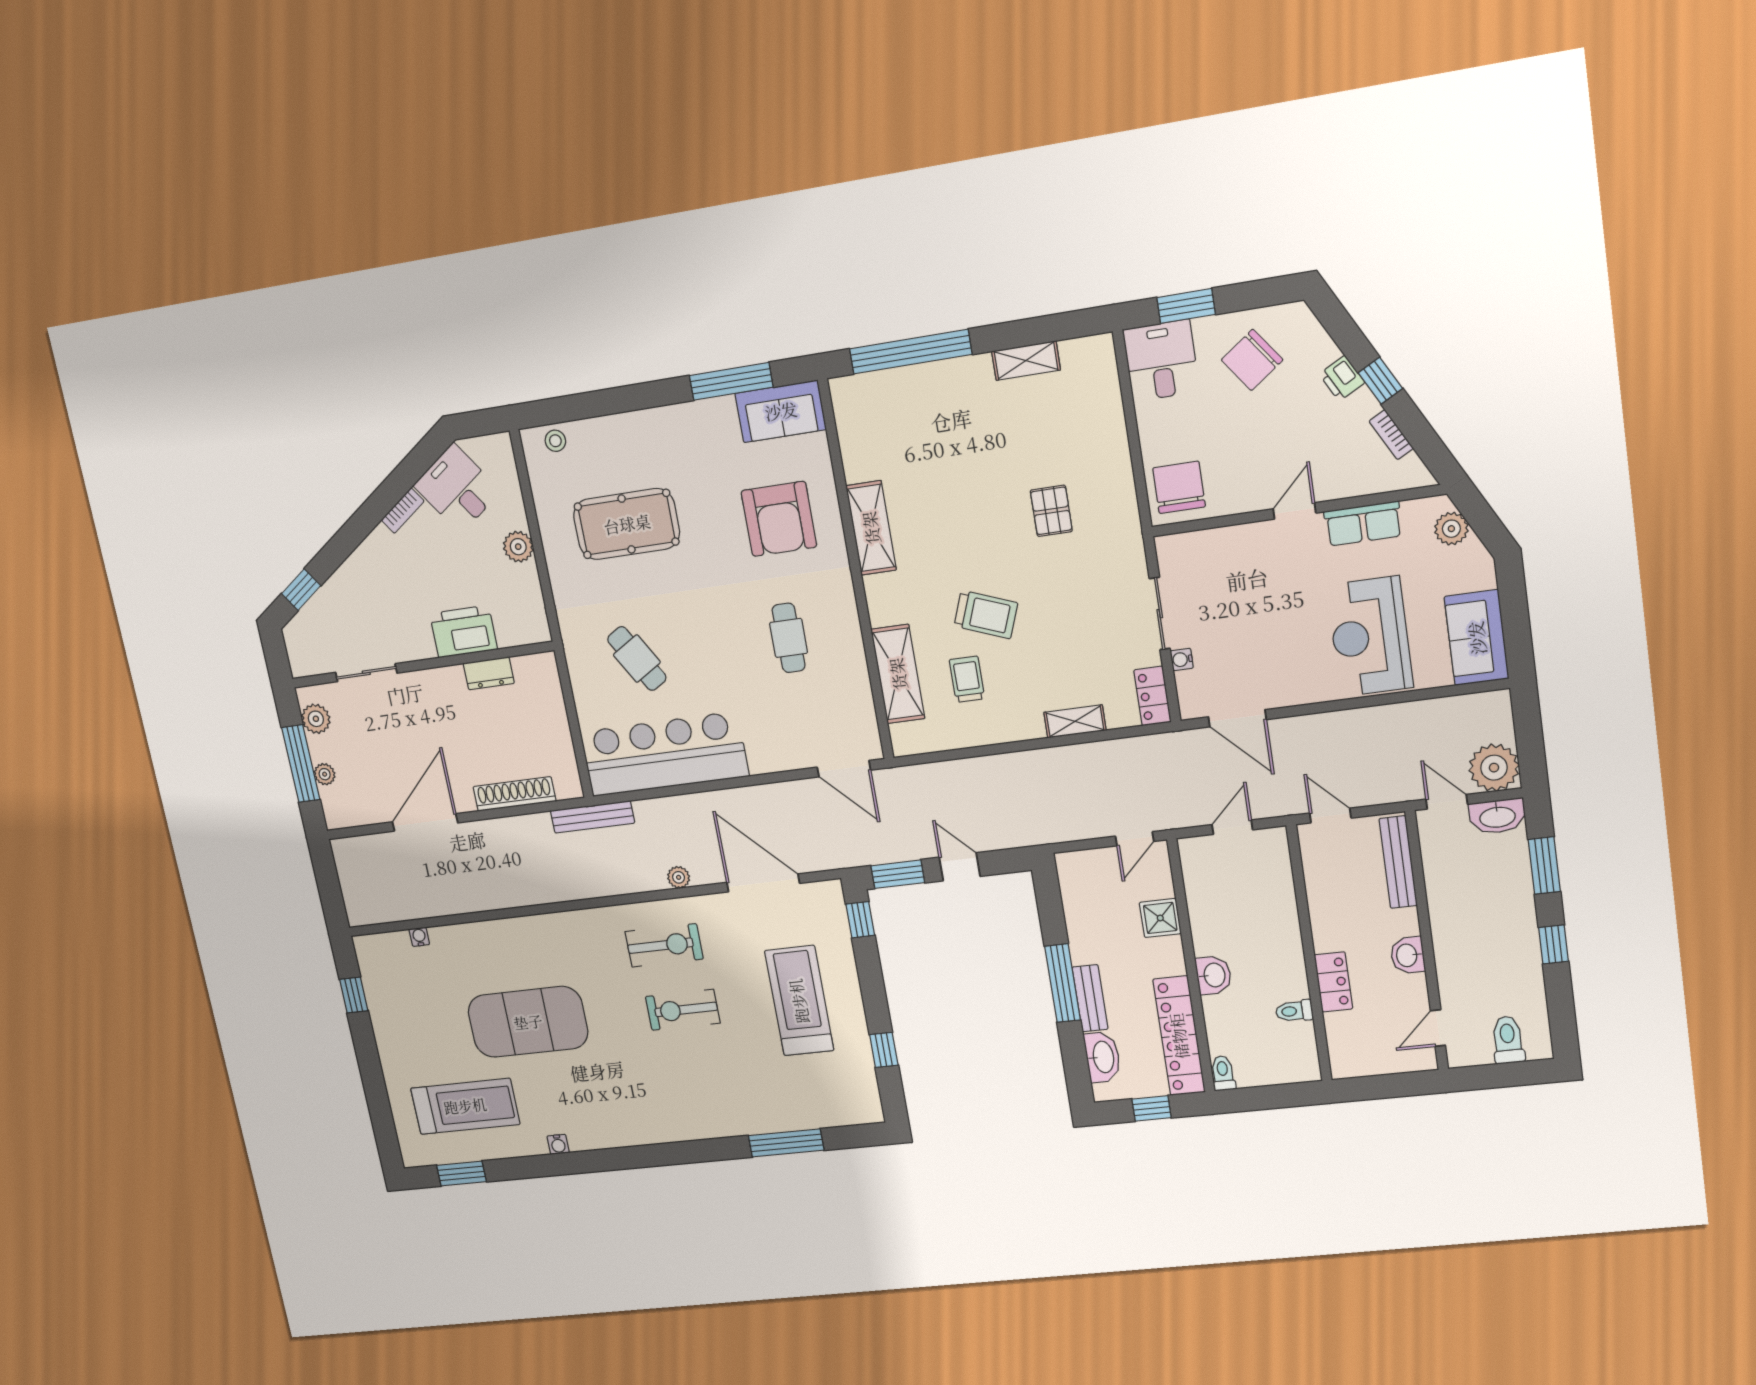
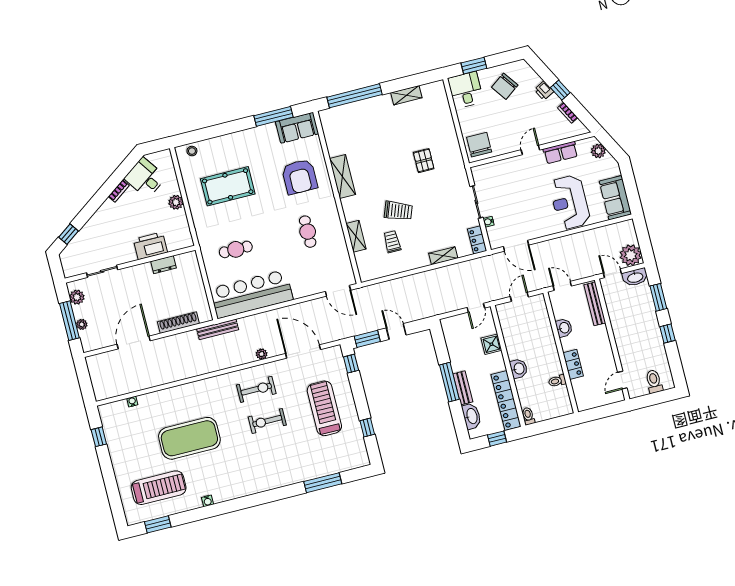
cafe table: (637, 659) -> (236, 249), turned -59
shelving: (898, 674) -> (356, 236), width x0.67, depth x0.75
washbasin: (1408, 955) -> (564, 328), moved, turned 180

